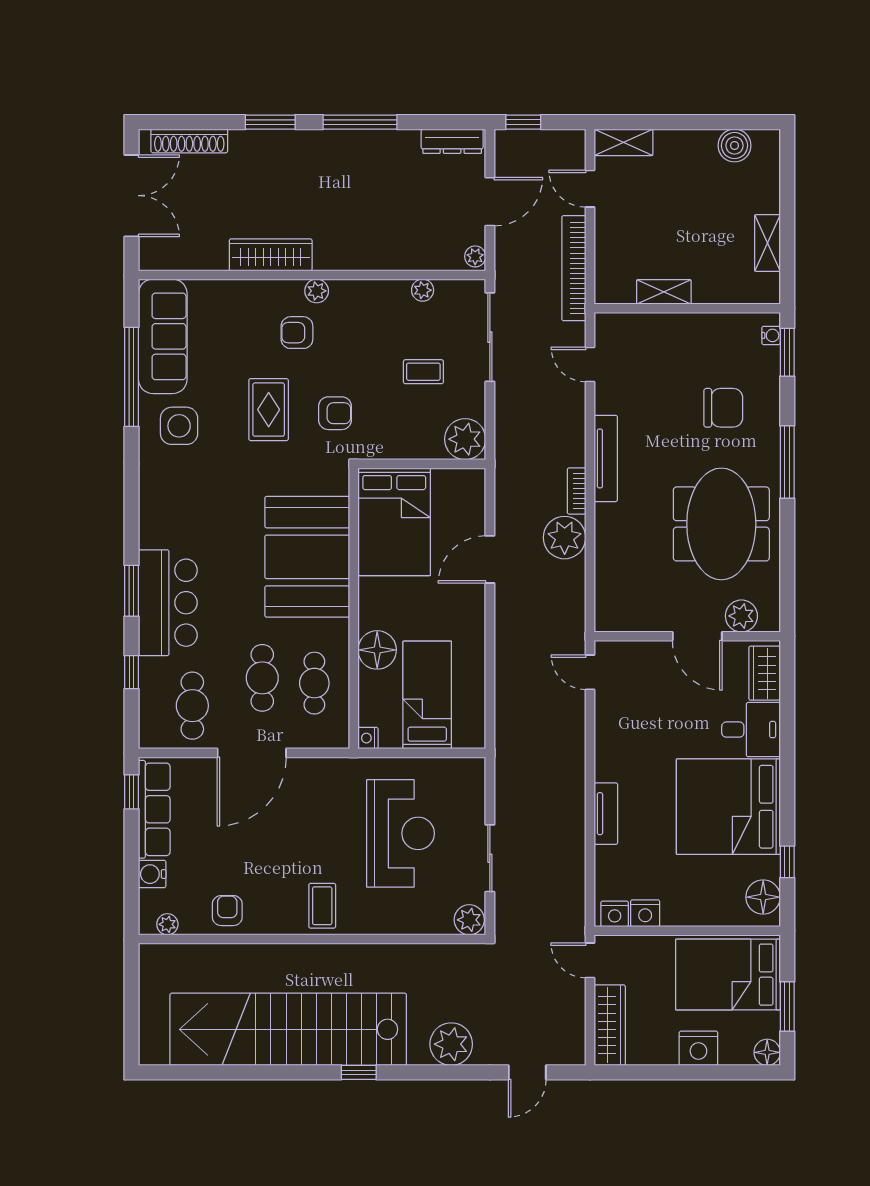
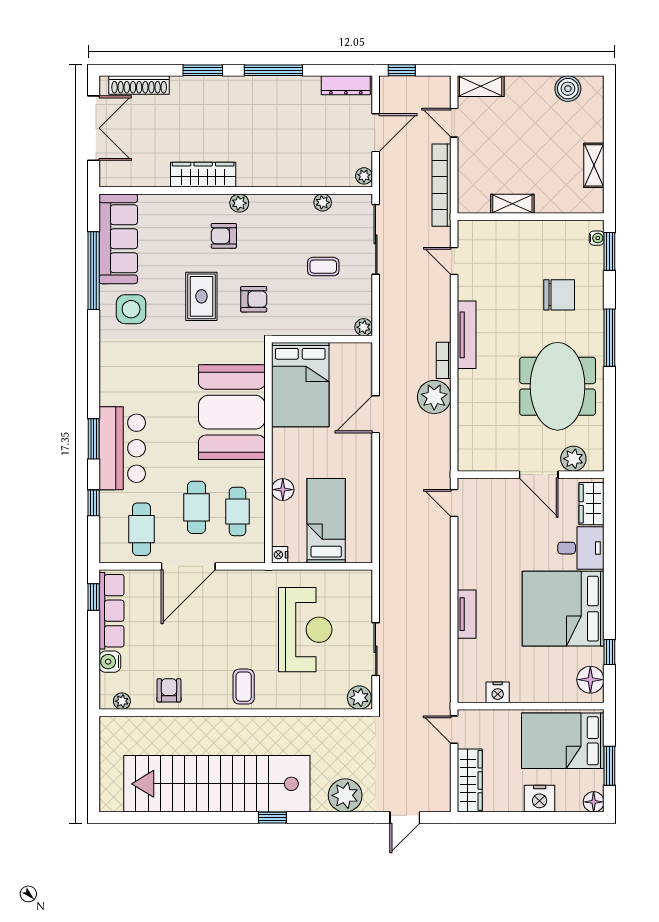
plant: (465, 439) -> (364, 327), width x0.53, depth x0.53
floor lamp: (377, 650) -> (283, 490), width x0.73, depth x0.73
nightstand: (615, 914) -> (474, 693), removed

